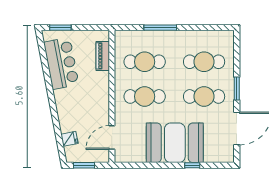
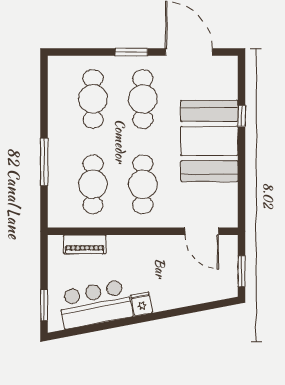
fridge: (69, 139) -> (142, 304), moved

